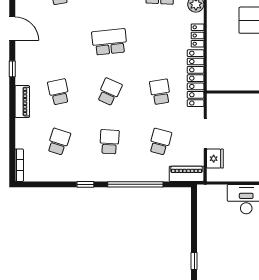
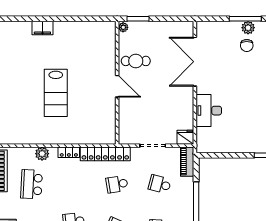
fridge: (215, 159) -> (185, 137), moved

